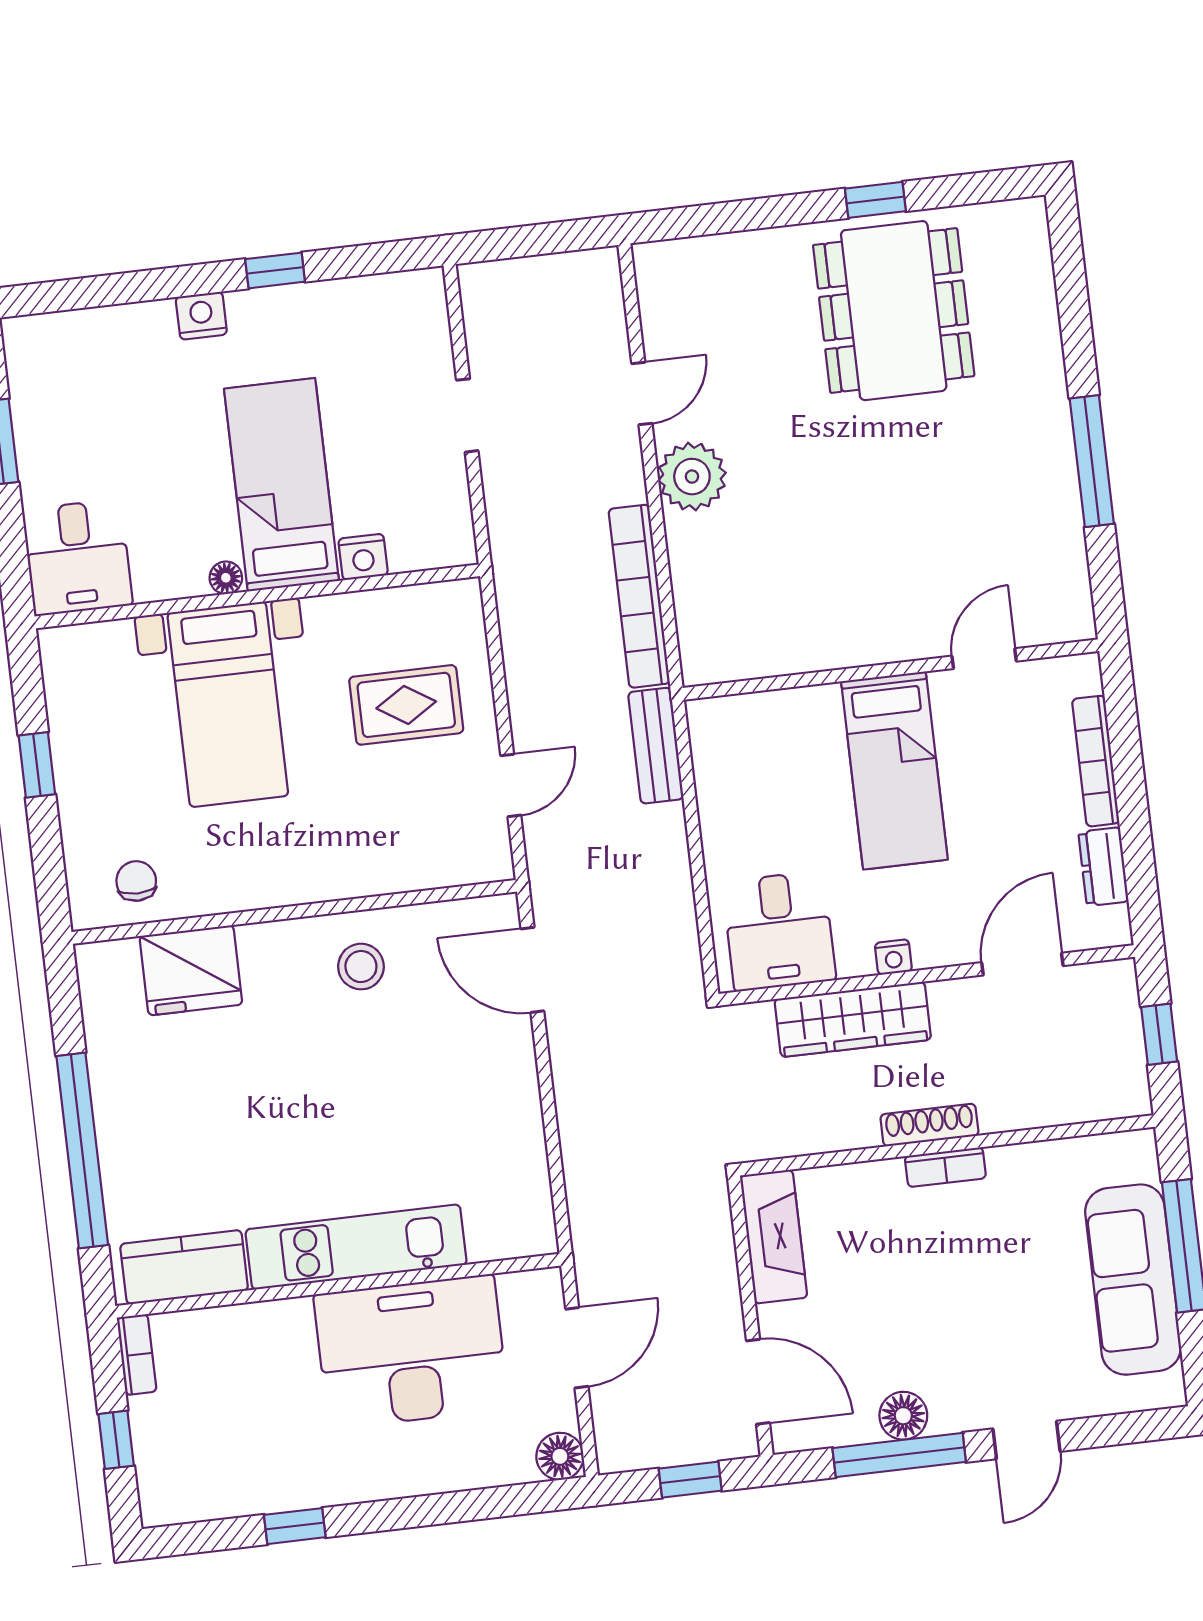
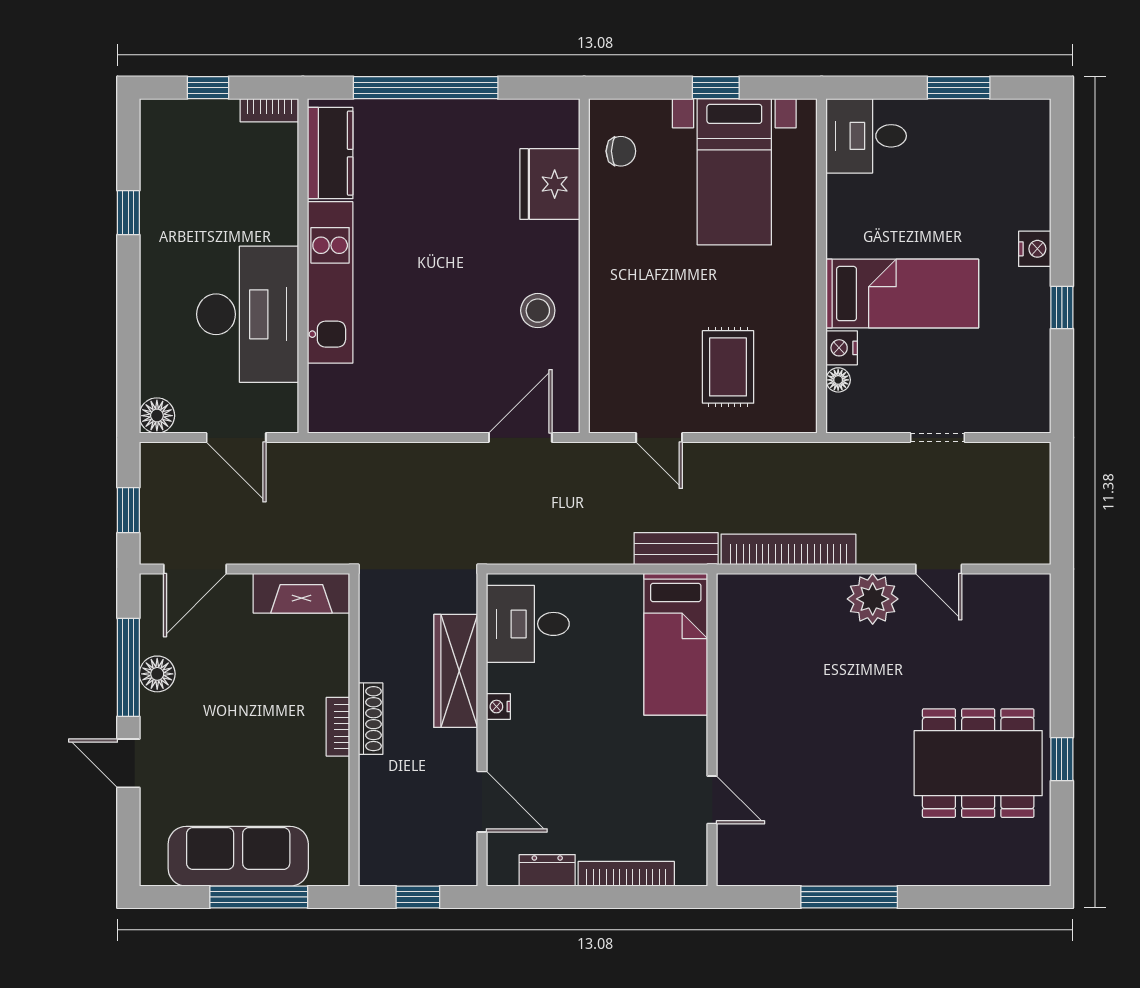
floor lamp: (226, 578) -> (838, 380), moved
bed with nightstands: (228, 704) -> (734, 172), moved, turned -90
bed: (894, 770) -> (676, 644), moved, turned -90

